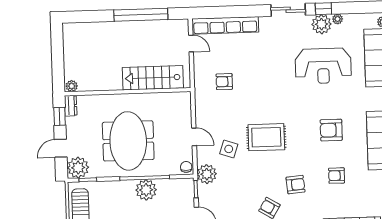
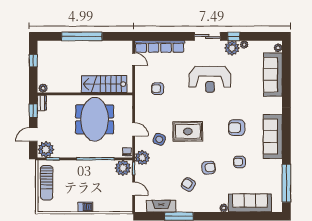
window: (141, 15) -> (82, 36), moved
window: (57, 50) -> (33, 61), added
reception desk: (323, 66) -> (210, 79), moved
meeting table: (128, 141) -> (95, 119), moved
plant: (146, 190) -> (123, 168), moved

